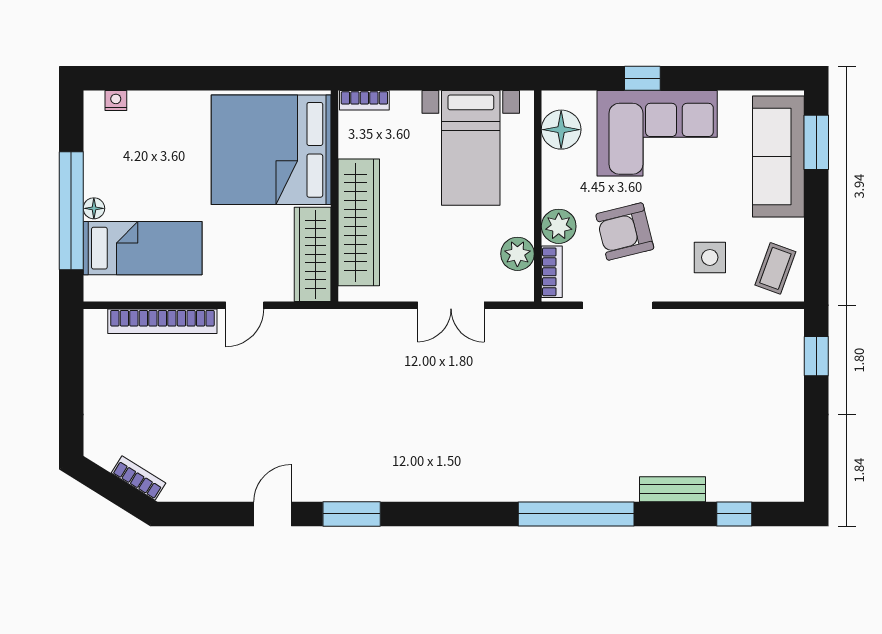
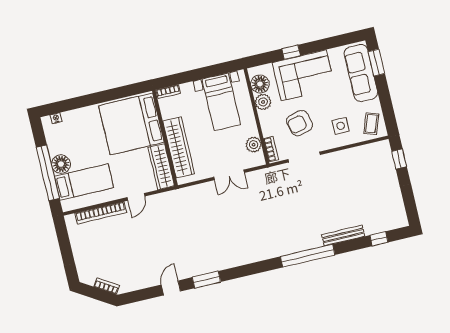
floor lamp: (94, 208) -> (61, 164), width x1.89, depth x1.89
plant: (559, 226) -> (263, 102), moved
bench: (673, 489) -> (343, 235), width x1.36

